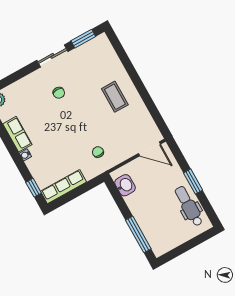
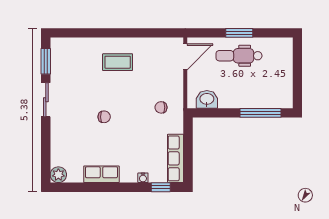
chair: (59, 93) -> (104, 117), moved
water cooler: (25, 155) -> (143, 178), moved
dental chair: (189, 206) -> (239, 56), moved

